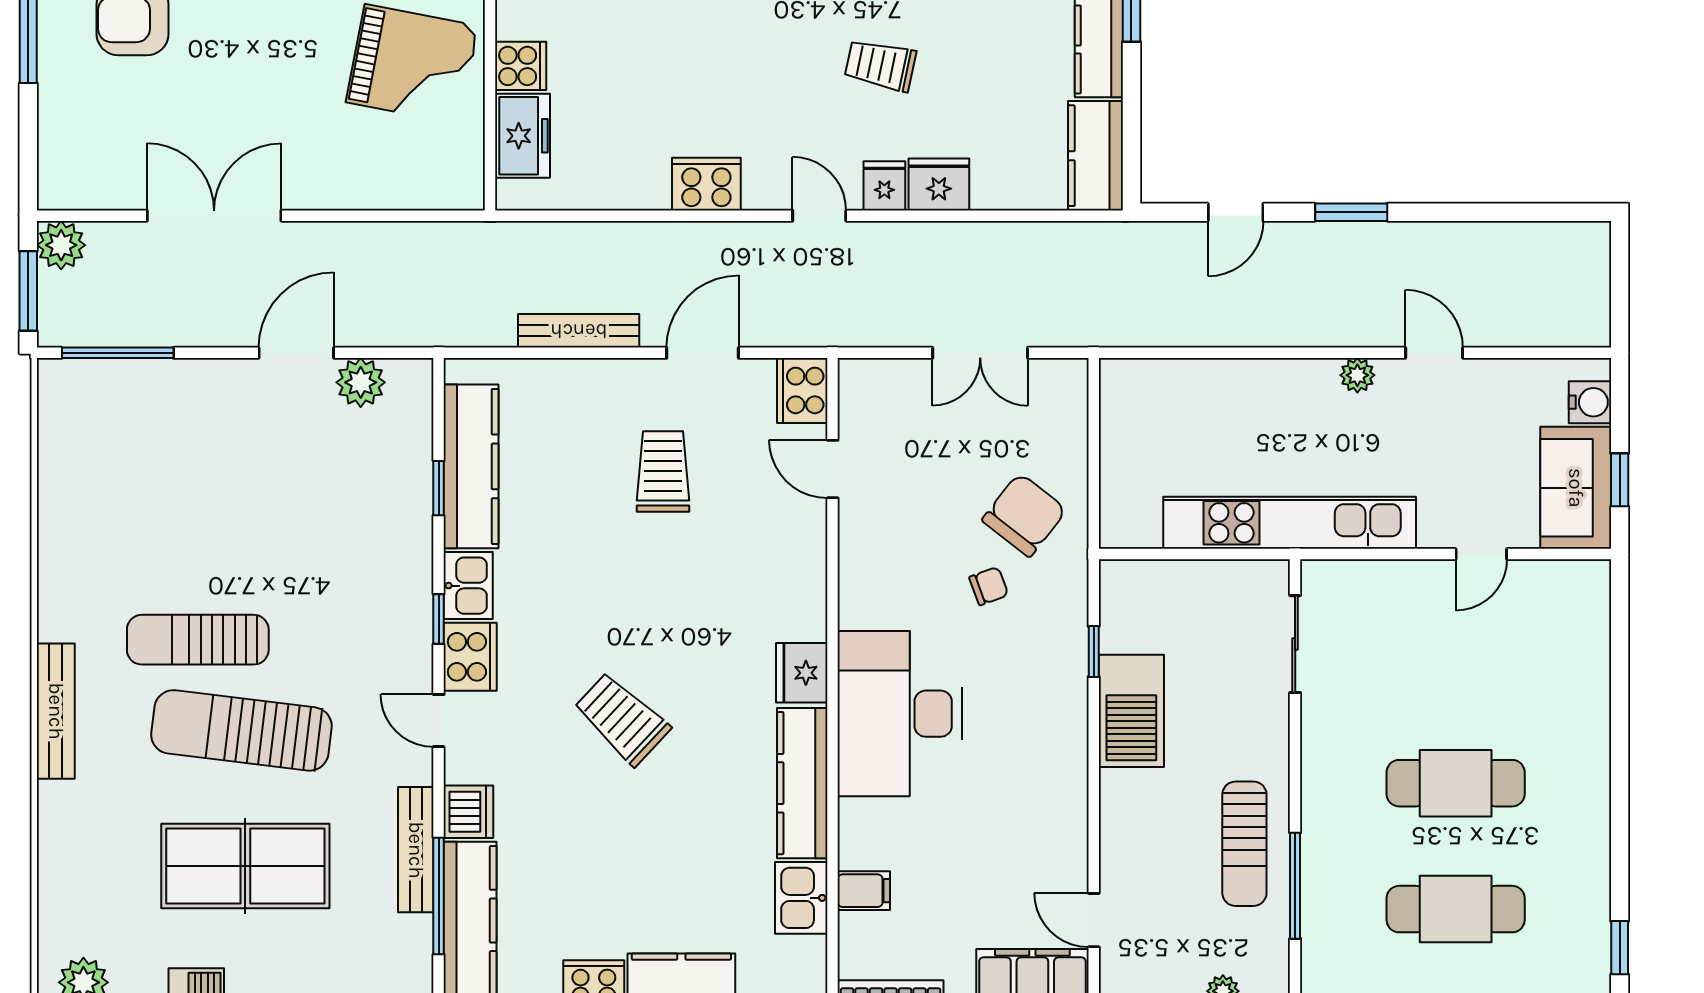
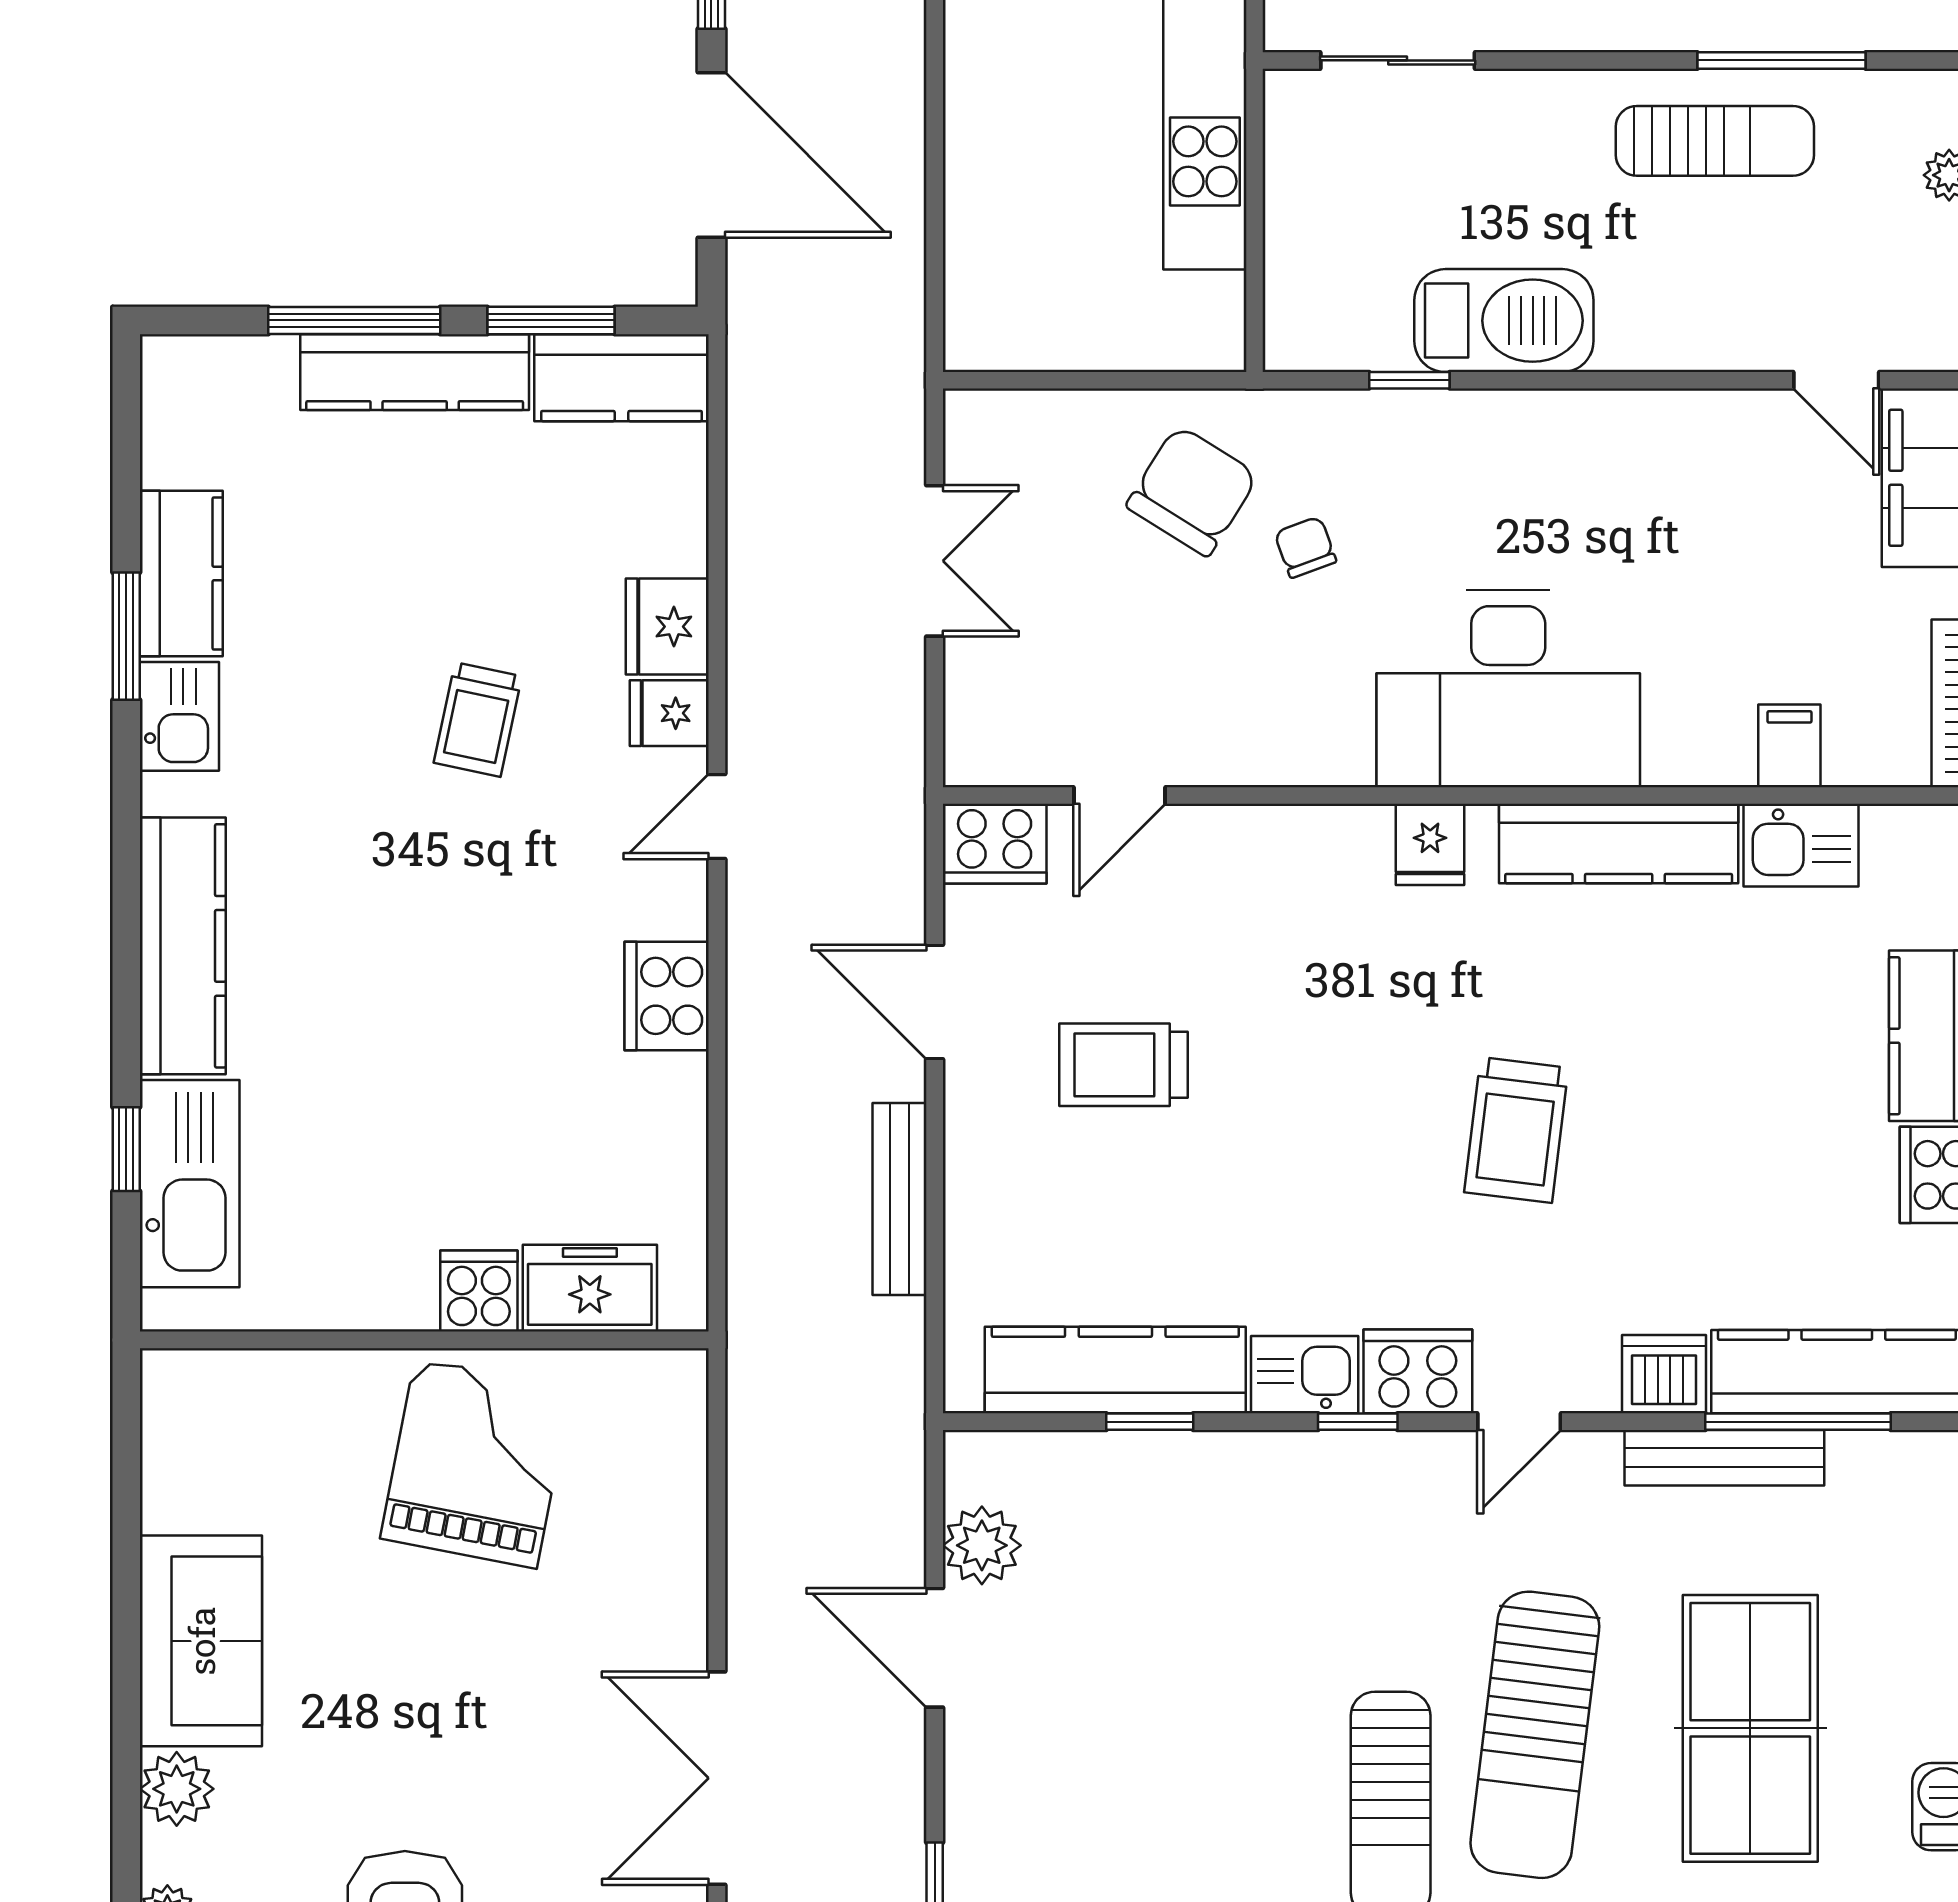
window: (1131, 111) -> (551, 320), added
door: (1236, 212) -> (711, 155), width x1.88
chair: (1024, 515) -> (1192, 491), turned 84
fridge: (802, 673) -> (1430, 844), width x0.72
trolley: (622, 719) -> (1516, 1130), turned -36
door: (1094, 920) -> (1836, 380), hinge flipped

